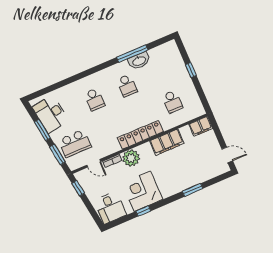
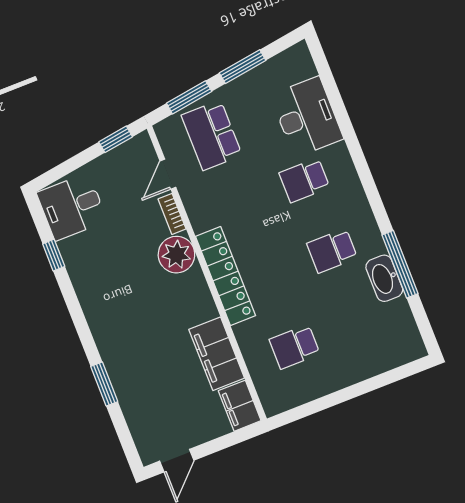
window: (191, 70) -> (361, 389), removed
desk: (51, 114) -> (307, 117), moved, turned 98
filing cabinet: (167, 142) -> (217, 354), moved
corner desk: (142, 191) -> (105, 277), removed
window: (143, 211) -> (54, 255), moved

